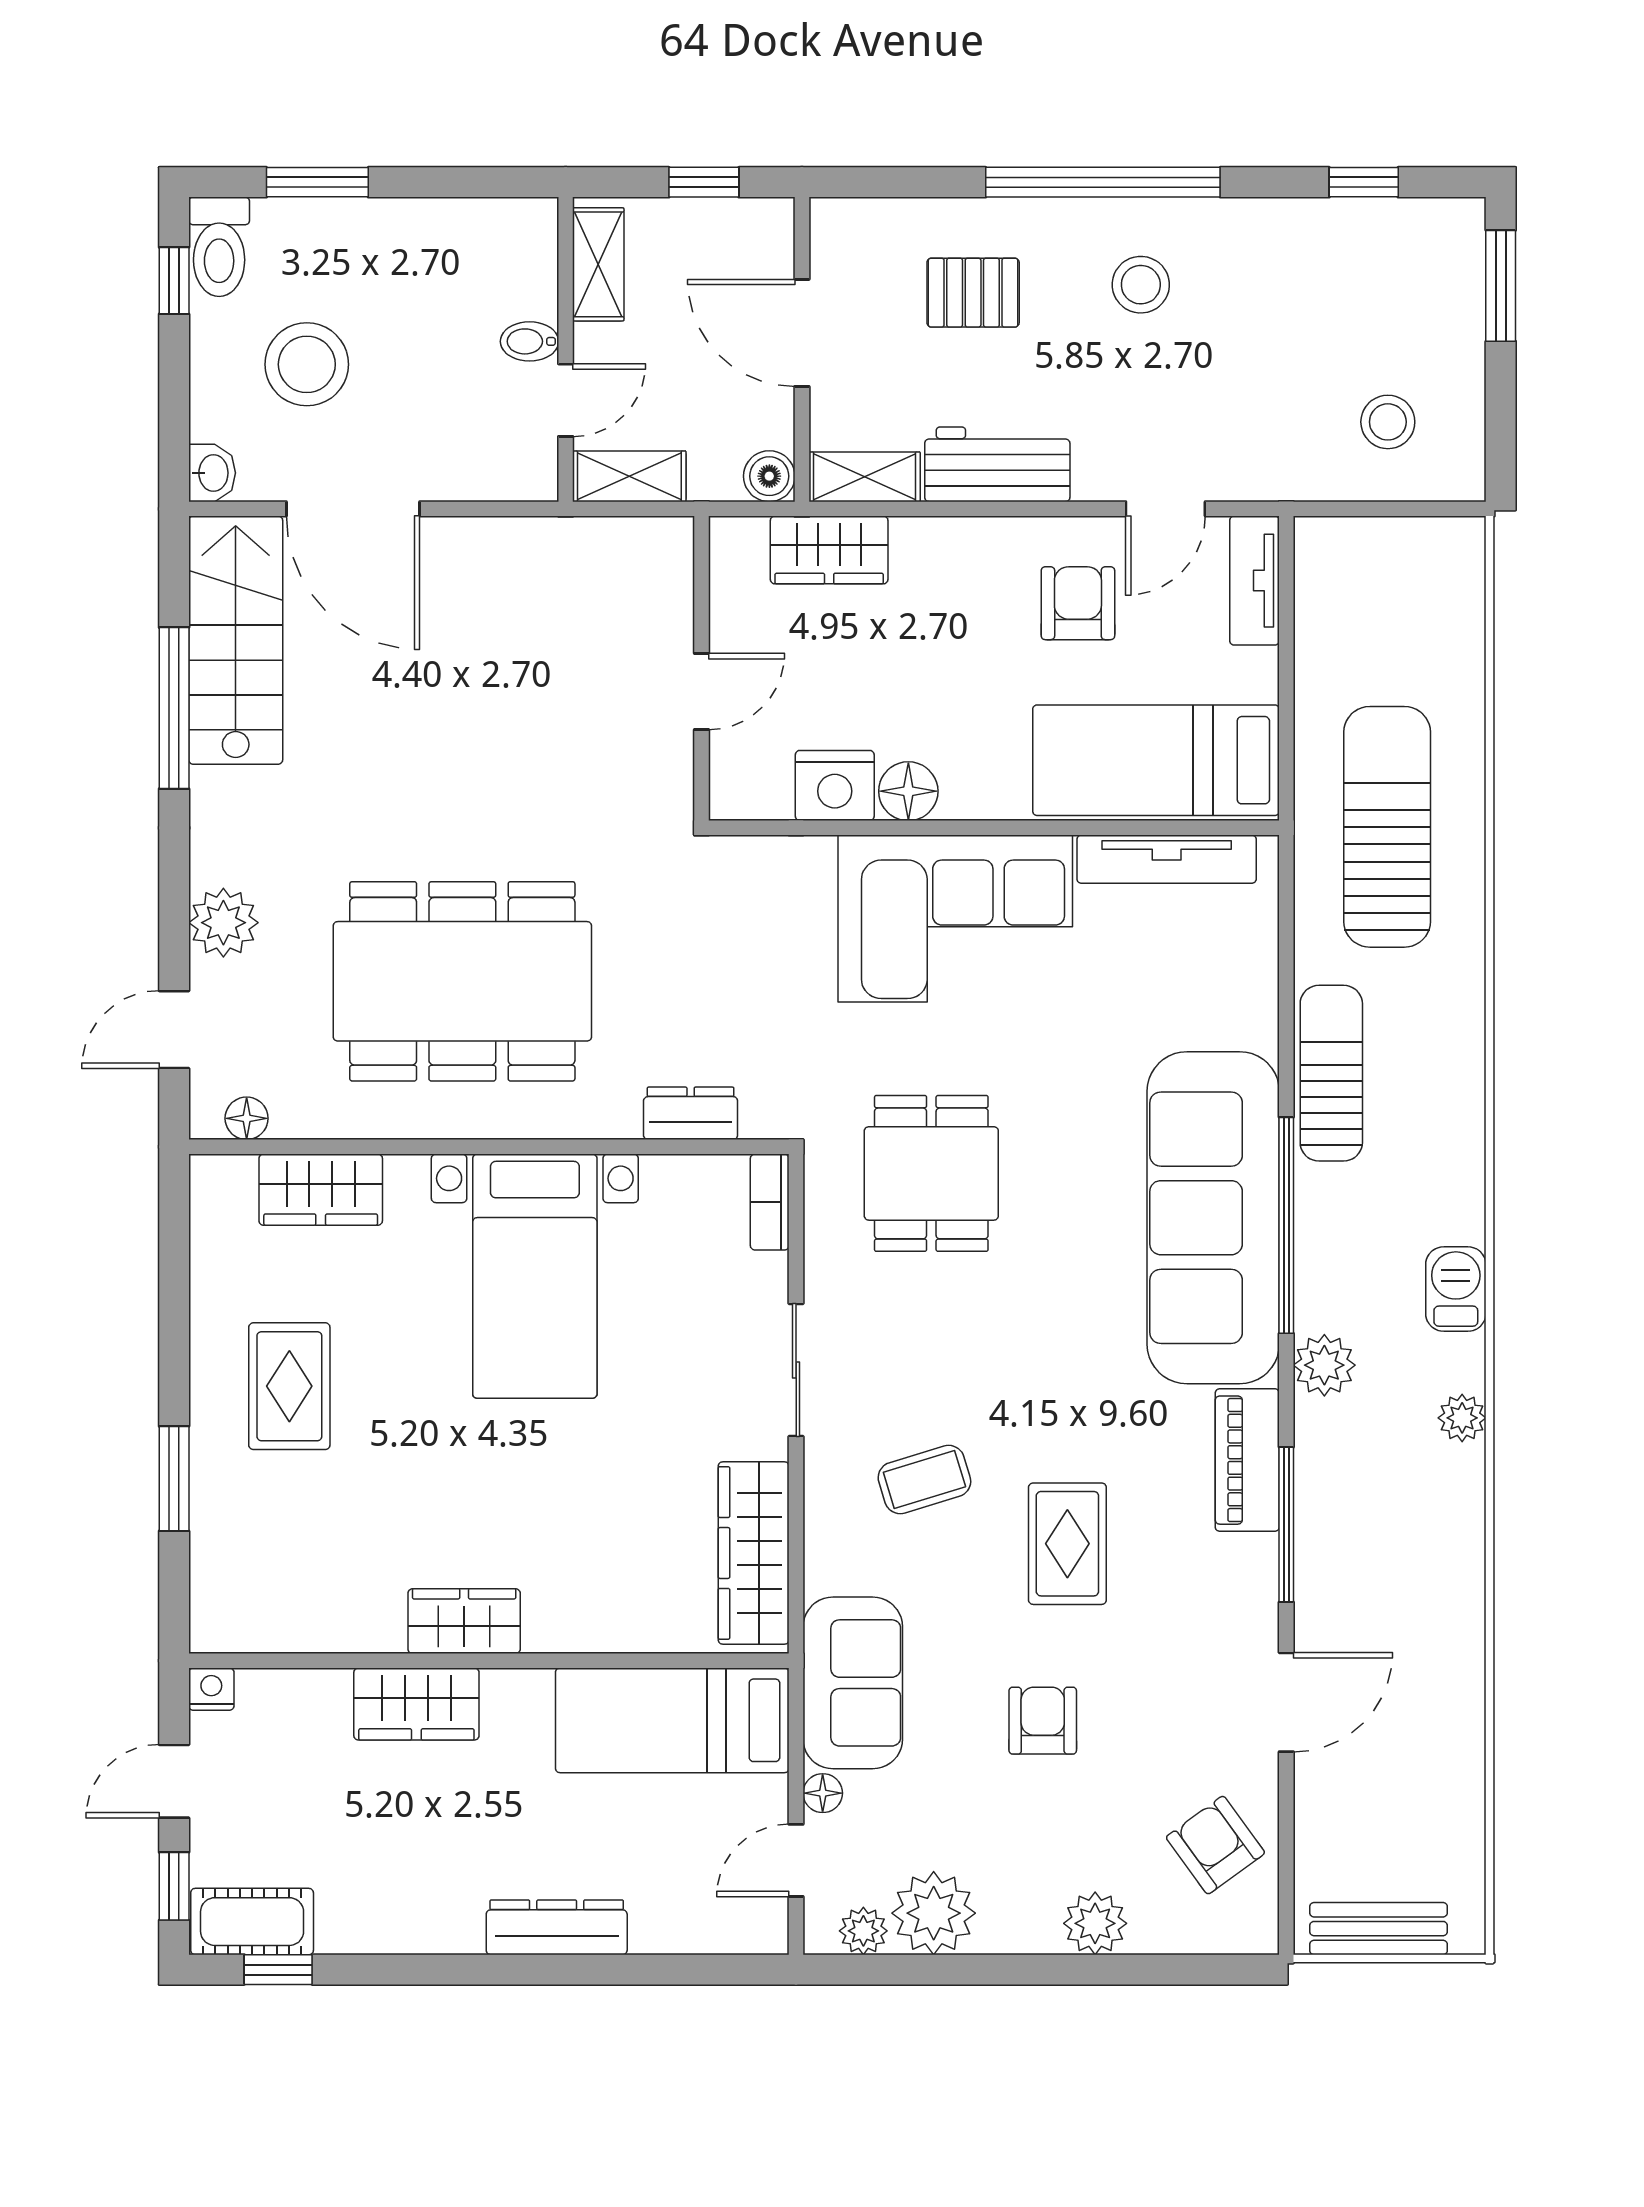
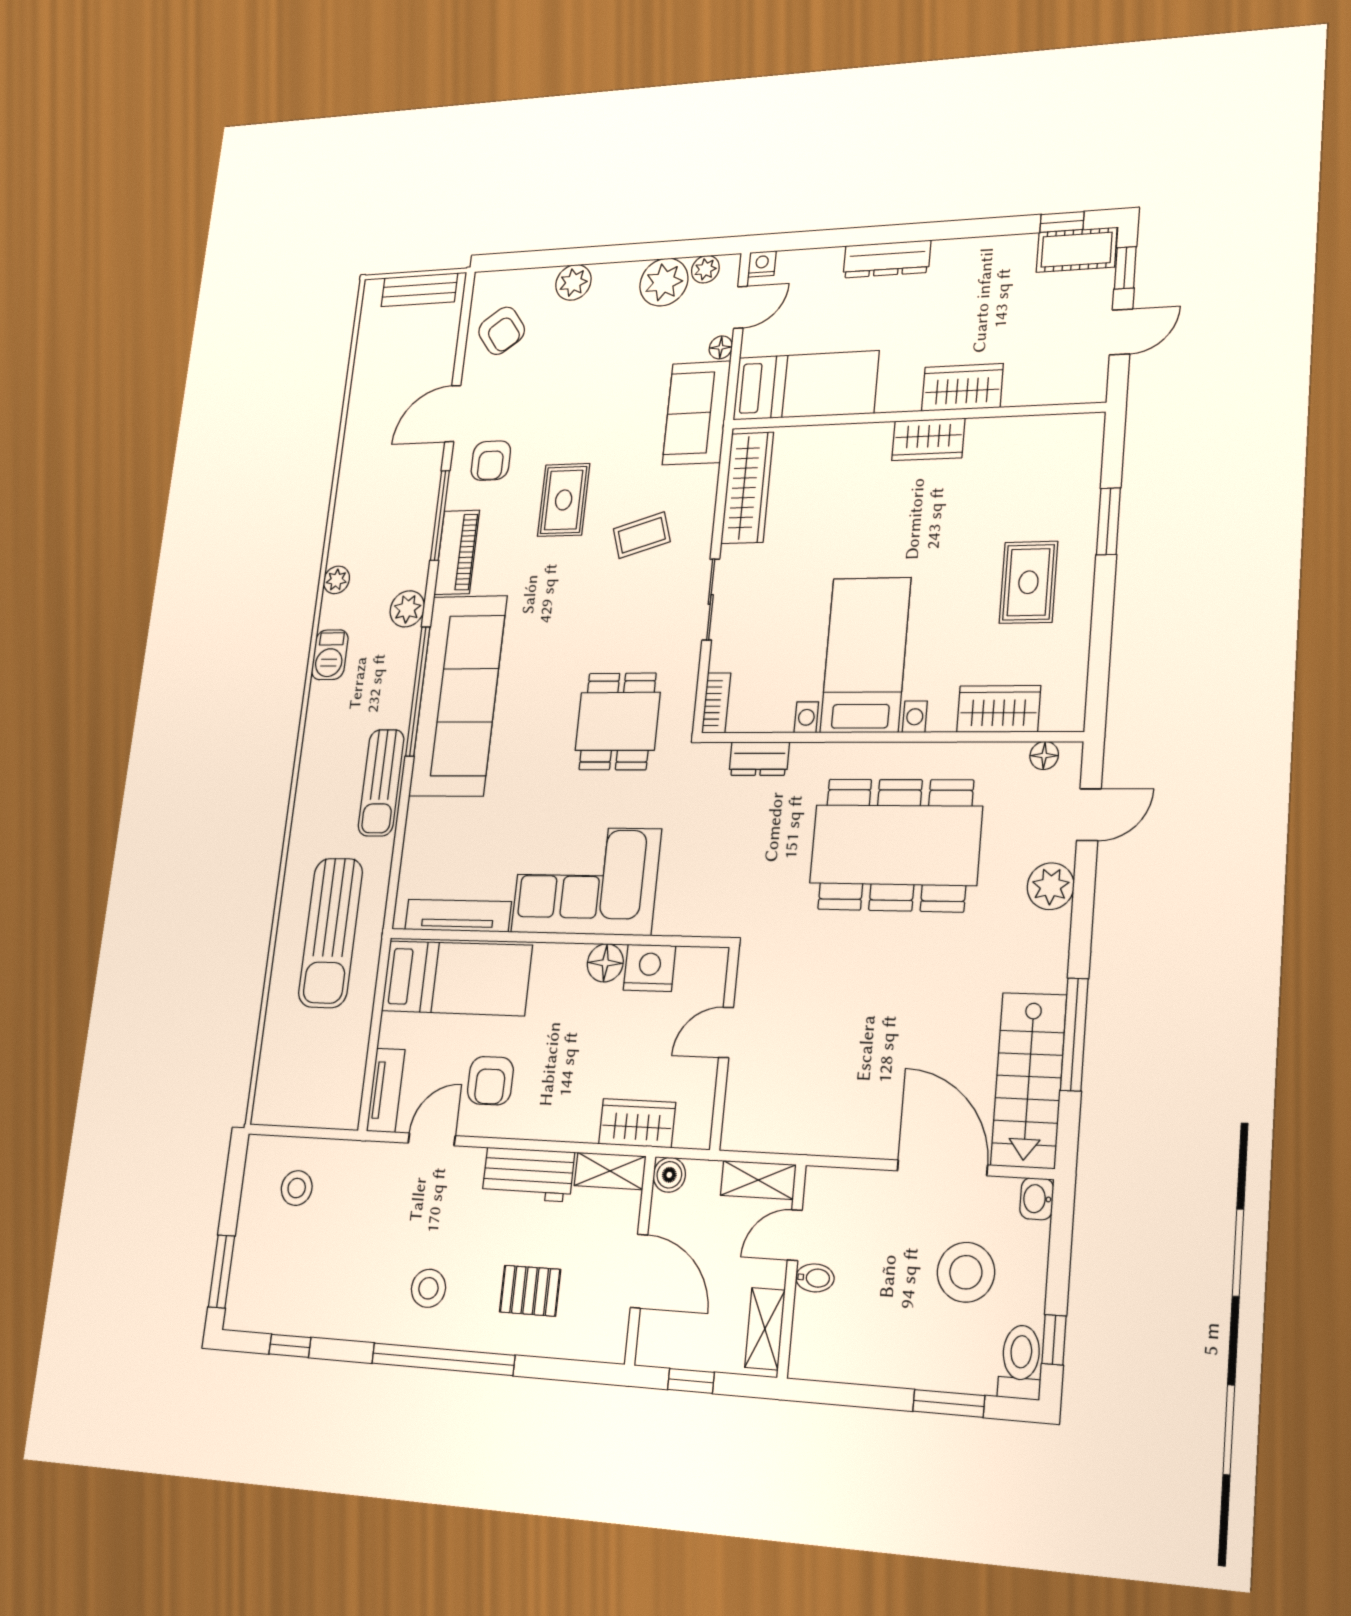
nightstand: (211, 1689) -> (762, 264), moved, turned 180
armchair: (1043, 1721) -> (491, 461), moved

